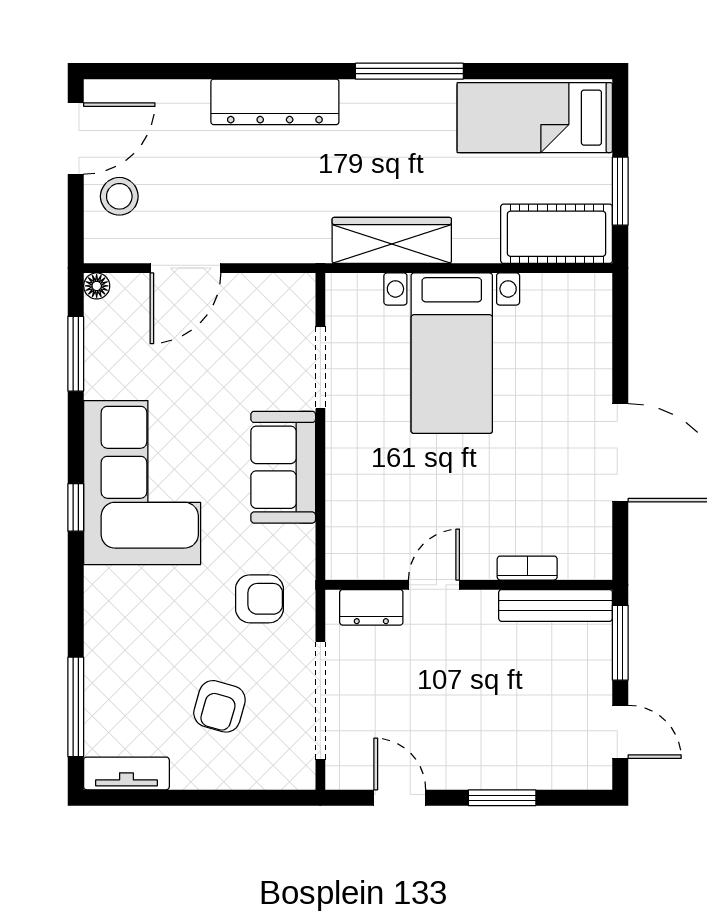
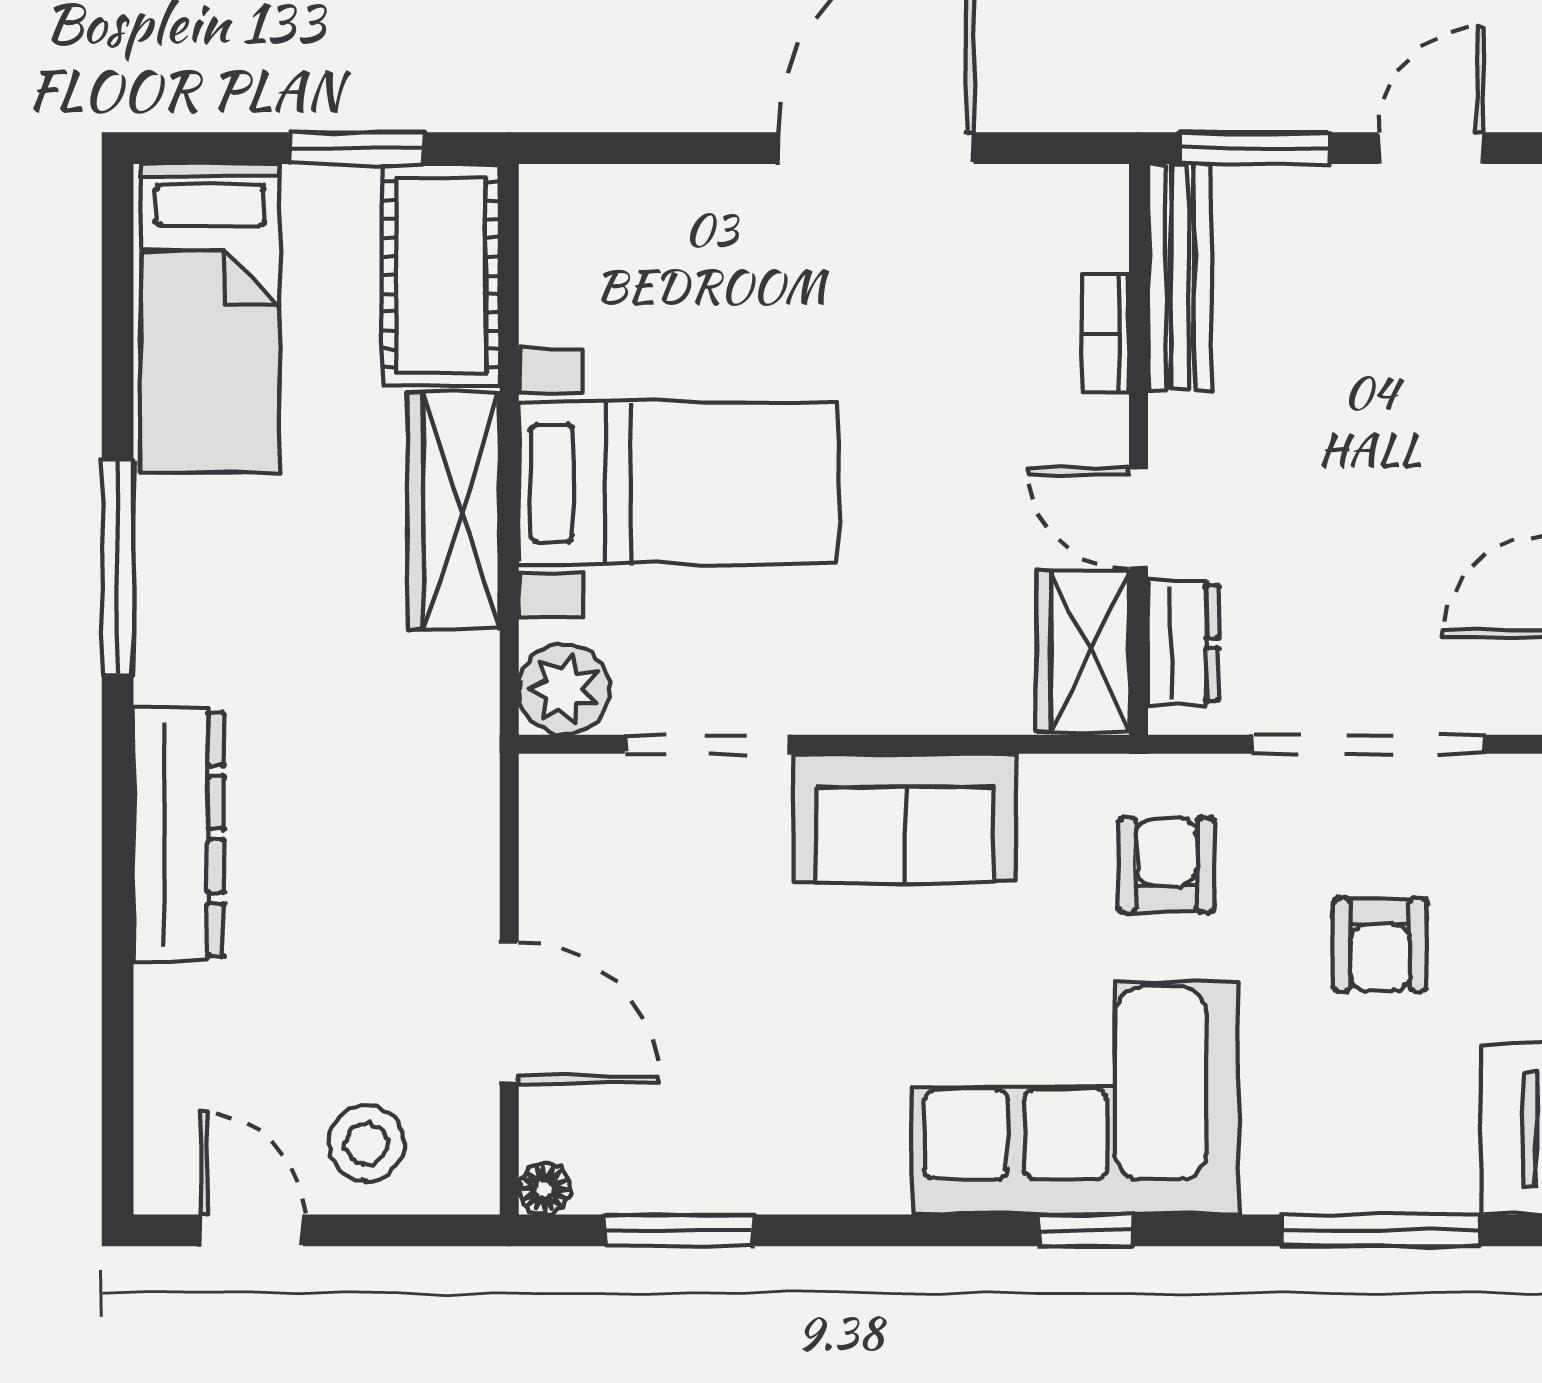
door: (76, 138) -> (252, 1230), width x0.73
wardrobe: (392, 240) -> (454, 511), moved
plant: (348, 296) -> (564, 689), added
corner sofa: (142, 483) -> (1076, 1098), moved
window: (76, 507) -> (1086, 1230), moved
wardrobe: (367, 557) -> (1083, 651), added
armchair: (219, 706) -> (1380, 945), turned 74

